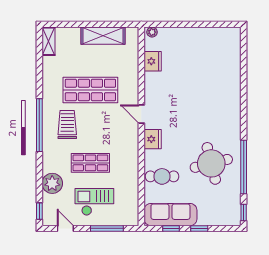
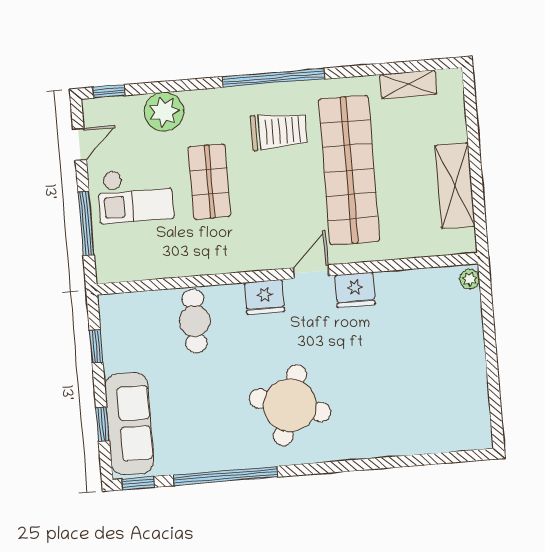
shelving: (49, 41) -> (408, 84), moved
fridge: (153, 61) -> (355, 290), moved
shop shelf: (90, 90) -> (349, 170), width x1.40
round table: (211, 163) -> (290, 405), moved, turned 31
checkout: (94, 202) -> (135, 195), turned 90
sofa: (170, 215) -> (129, 424), moved
window: (199, 228) -> (103, 424), moved

